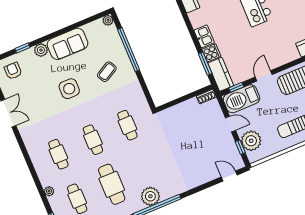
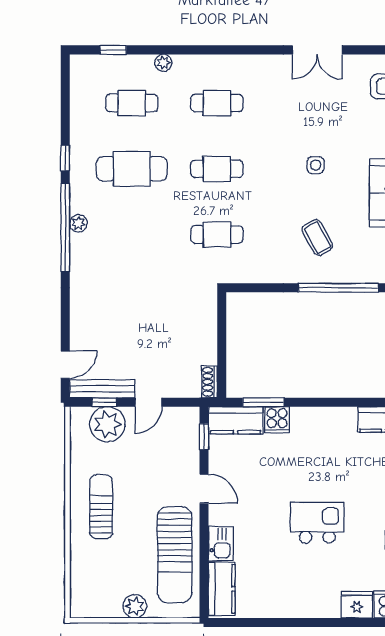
kitchen sink: (204, 36) -> (221, 544), moved, turned -90
side table: (69, 89) -> (316, 165), width x0.54, depth x0.54
barbecue: (242, 99) -> (182, 437), removed
bench: (234, 151) -> (102, 389), added
plant: (150, 196) -> (78, 223), width x0.53, depth x0.53

